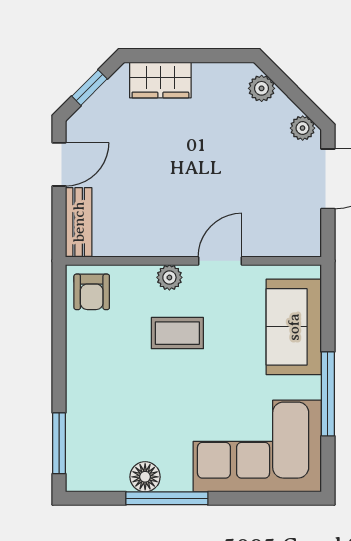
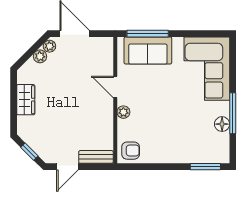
wardrobe: (160, 80) -> (26, 100), moved
plant: (262, 88) -> (40, 56), moved
door: (59, 164) -> (67, 167), swing flipped
coffee table: (177, 333) -> (151, 108), removed
window: (328, 394) -> (148, 34), moved

